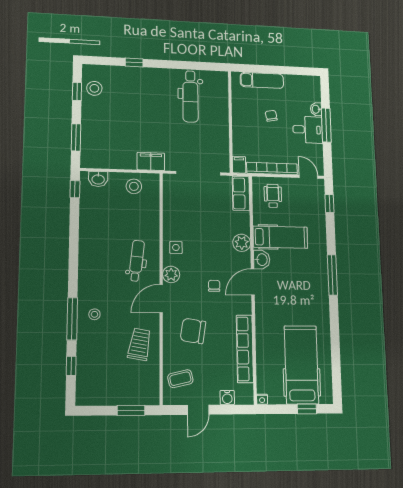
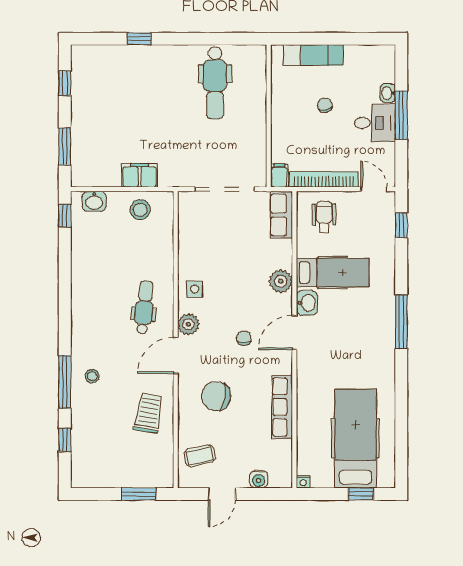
stool: (94, 88) -> (87, 78), removed
filing cabinet: (151, 161) -> (140, 175), moved
row of seats: (245, 349) -> (282, 407), width x0.73

